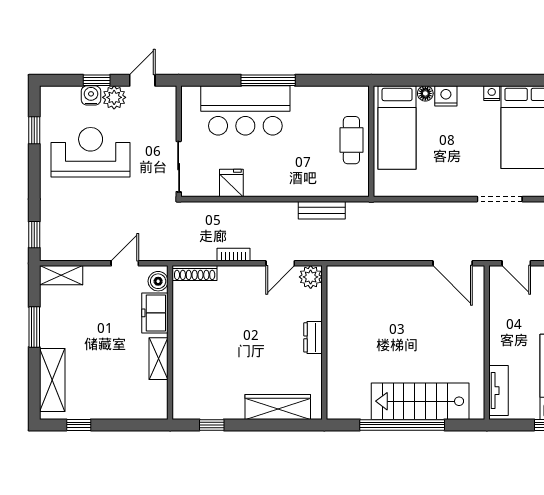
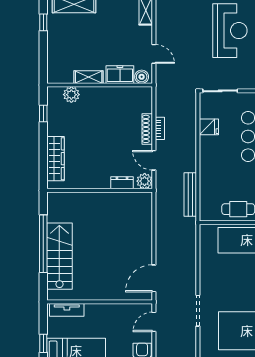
bench: (322, 210) -> (190, 195), width x1.36
shoe rack: (195, 273) -> (147, 129), moved
dresser: (313, 337) -> (122, 183), moved
plant: (184, 384) -> (71, 95), added

